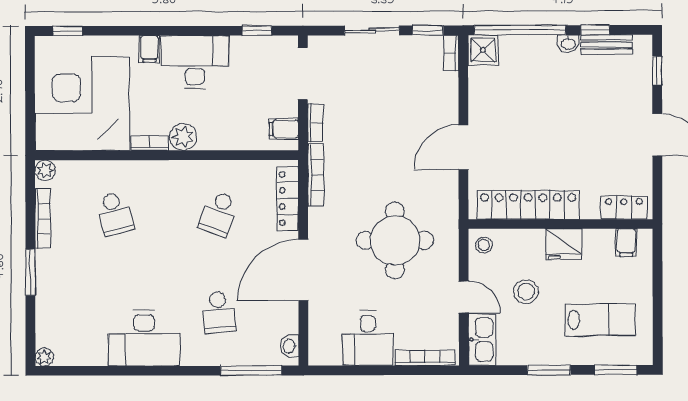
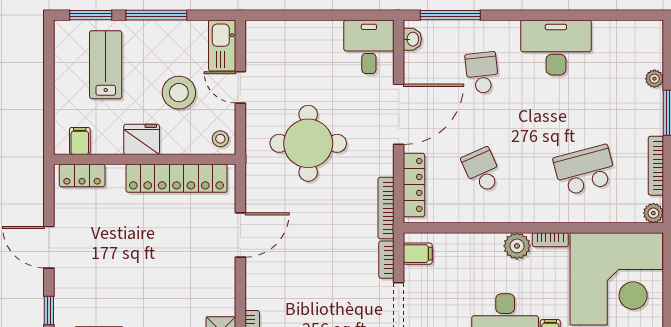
school desk: (115, 214) -> (585, 170), width x1.85
school desk: (219, 214) -> (482, 170), turned -45
stool: (526, 292) -> (179, 93), width x1.38, depth x1.38
lab bench: (600, 320) -> (106, 65), turned 90
desk: (368, 338) -> (369, 47), moved
plant: (44, 357) -> (654, 79), moved
bookcase: (425, 358) -> (279, 27), removed
window: (549, 370) -> (156, 15), width x1.44

